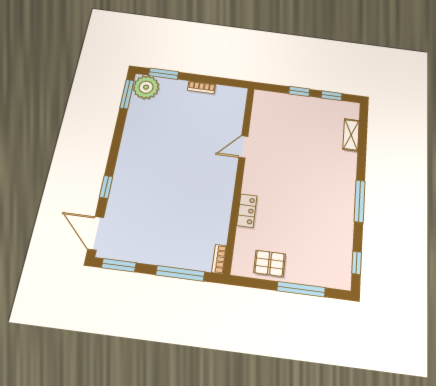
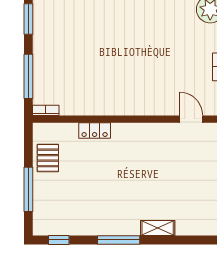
shelving: (351, 135) -> (158, 228), moved
door: (243, 147) -> (191, 119), moved

